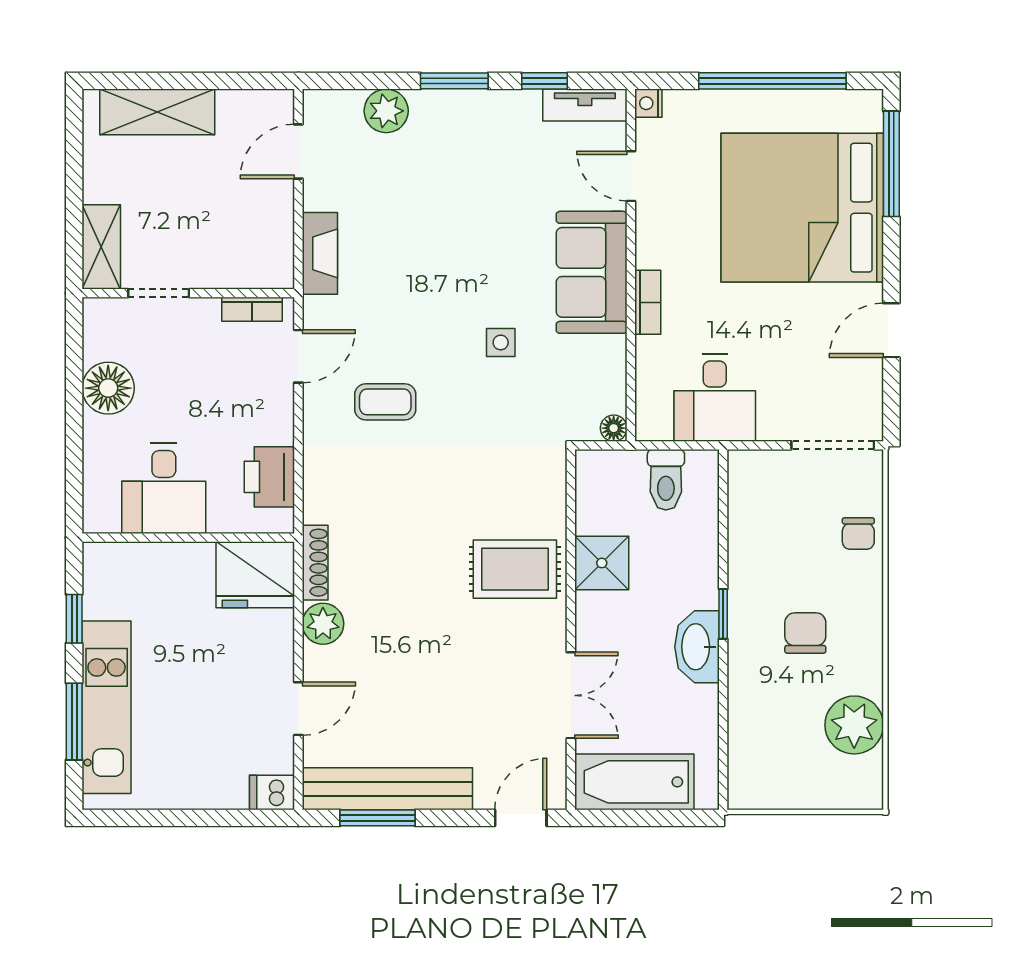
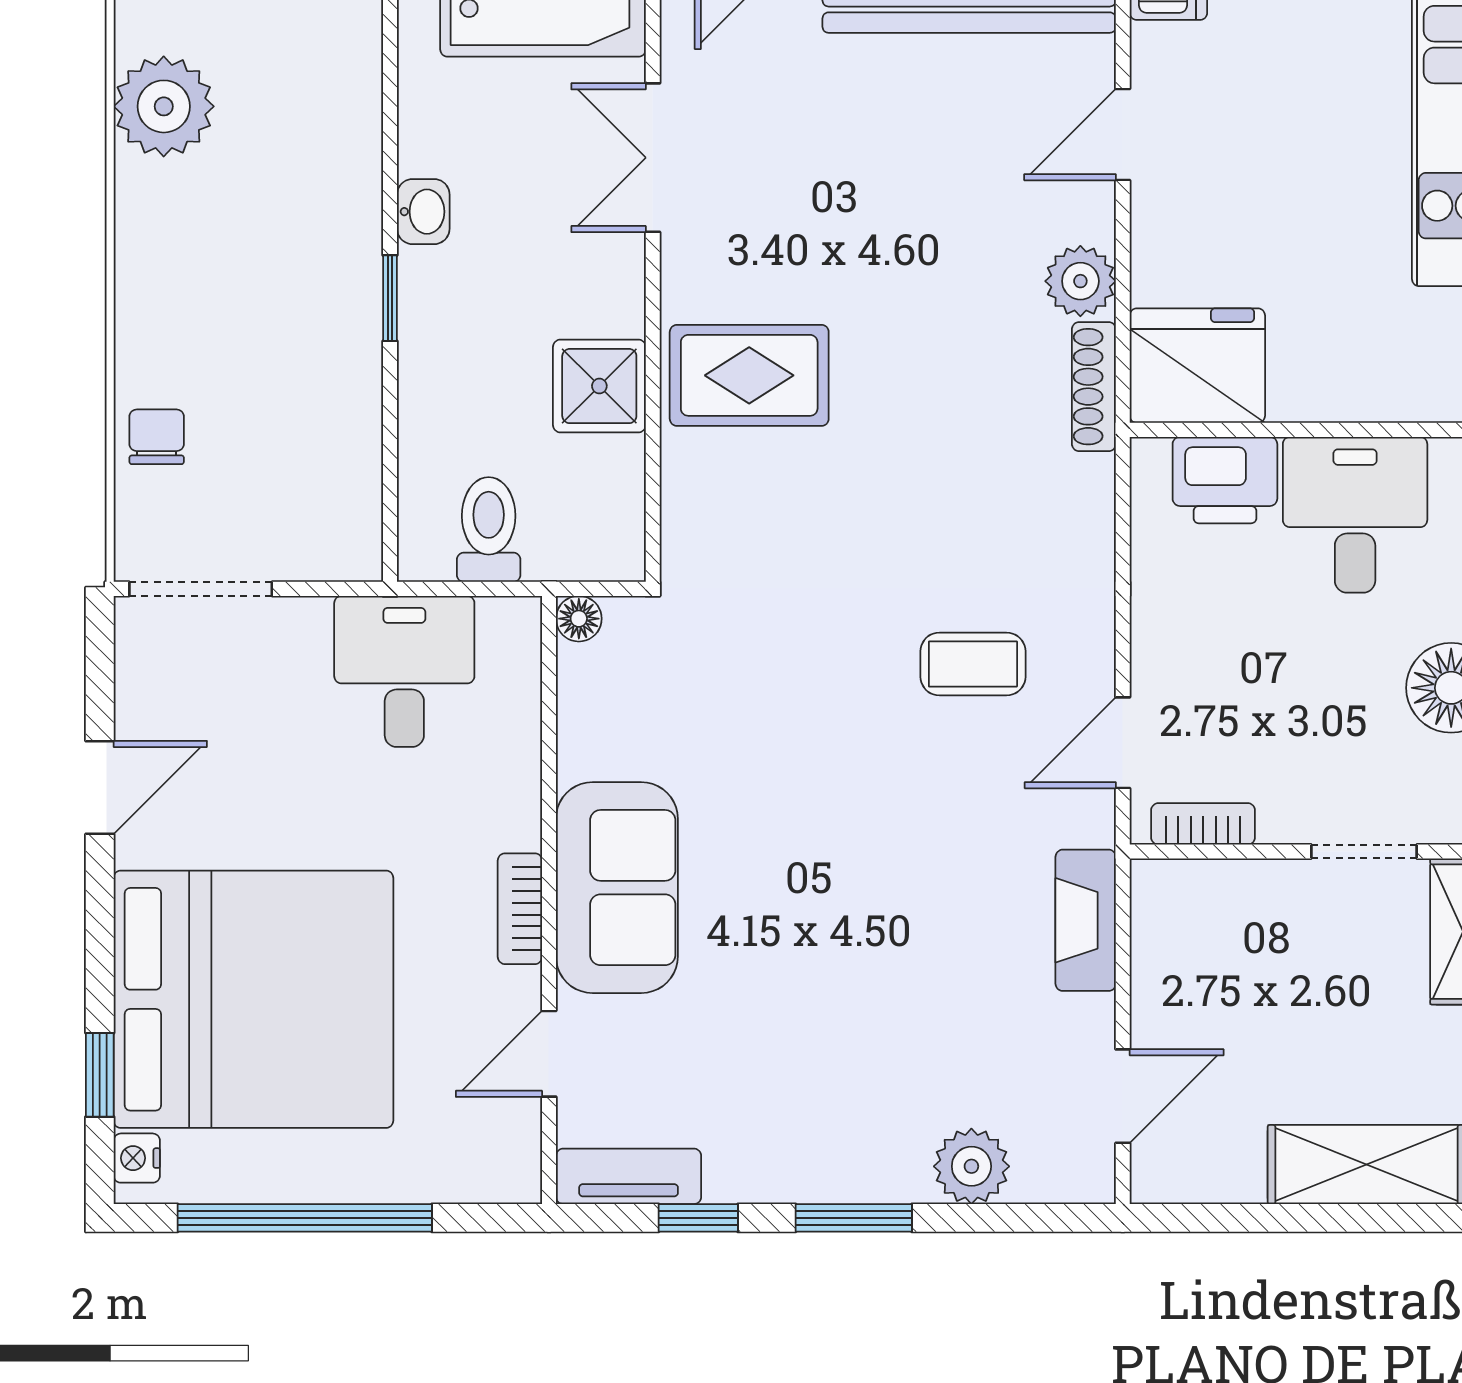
nightstand: (648, 103) -> (137, 1158), moved, turned 180
window: (891, 164) -> (100, 1075), width x0.46
door: (631, 176) -> (549, 1054), swing flipped
bookcase: (648, 302) -> (520, 909), moved
side table: (501, 342) -> (774, 766), removed
printer: (269, 477) -> (1225, 480), moved, turned 90
chair: (805, 633) -> (248, 265), removed
washbasin: (697, 647) -> (423, 212), width x0.52, depth x0.69

